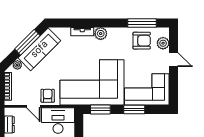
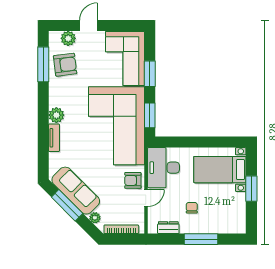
armchair: (142, 41) -> (65, 65), turned 83

